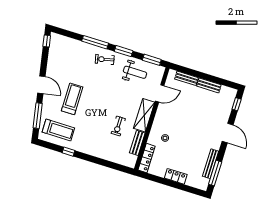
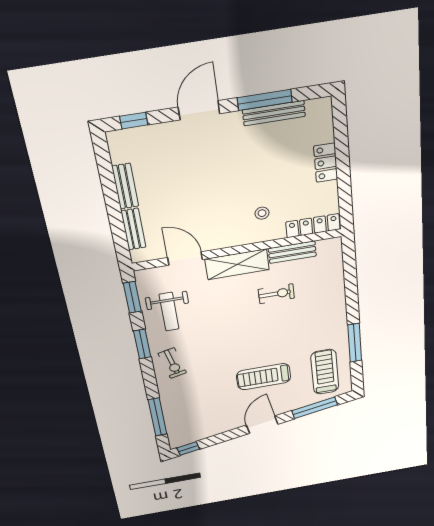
window: (95, 42) -> (158, 417), moved
weight bench: (135, 72) -> (169, 312), turned 180
window: (69, 152) -> (355, 343), width x2.17
window: (215, 173) -> (265, 100), moved

